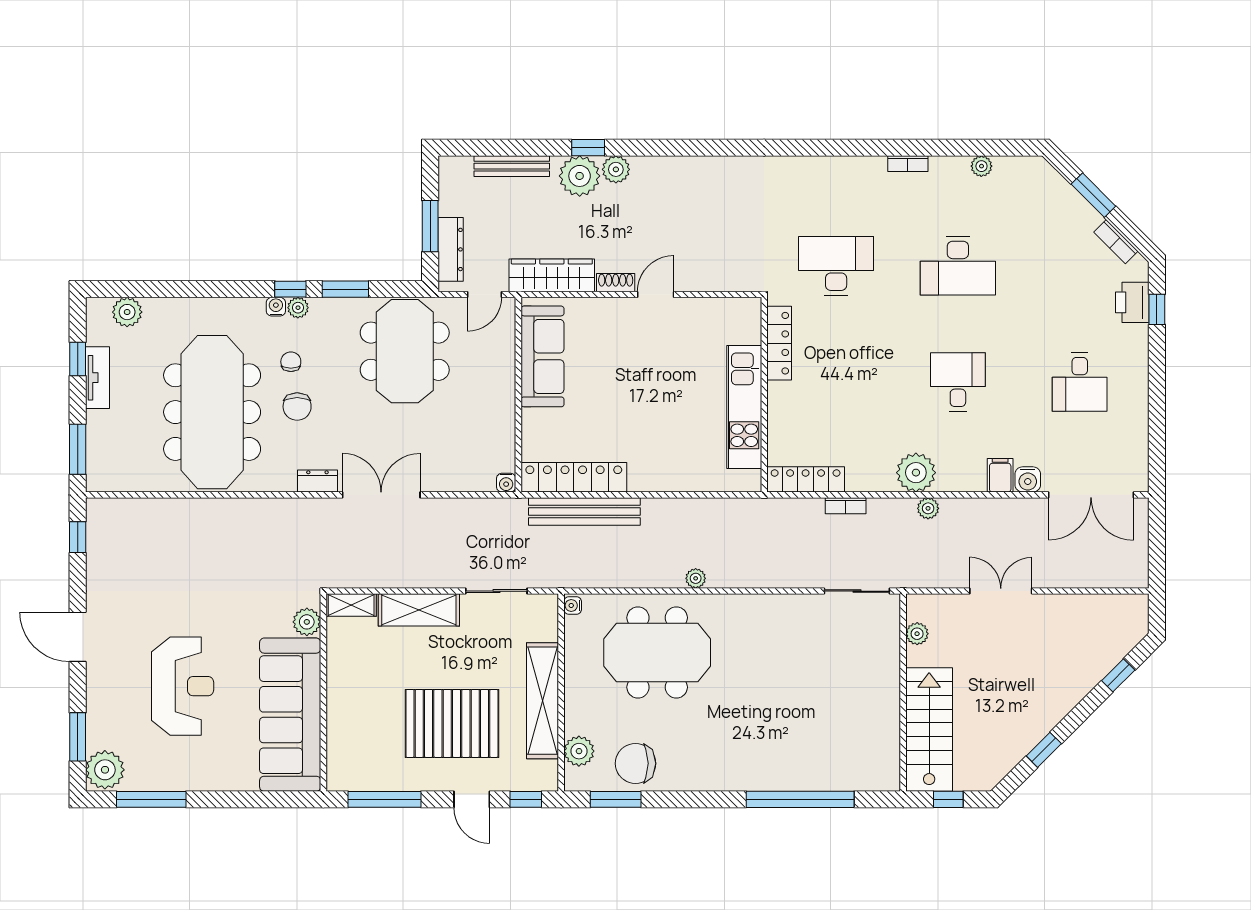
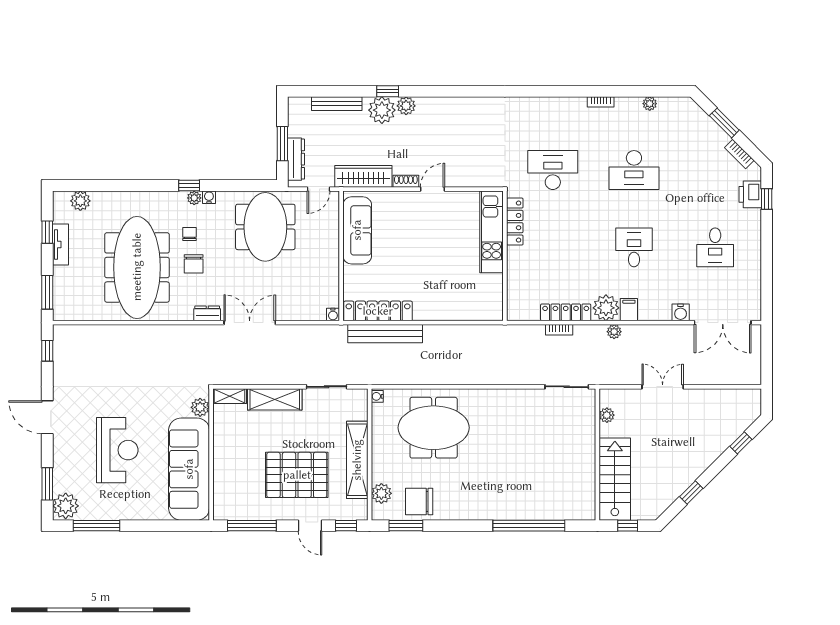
window: (345, 289) -> (226, 186), removed
water cooler: (276, 307) -> (209, 197), moved
kitchen unit: (744, 407) -> (492, 232), moved
filing cabinet: (1000, 475) -> (629, 310), moved
locker: (806, 479) -> (566, 312), moved
plant: (696, 578) -> (459, 378), removed

